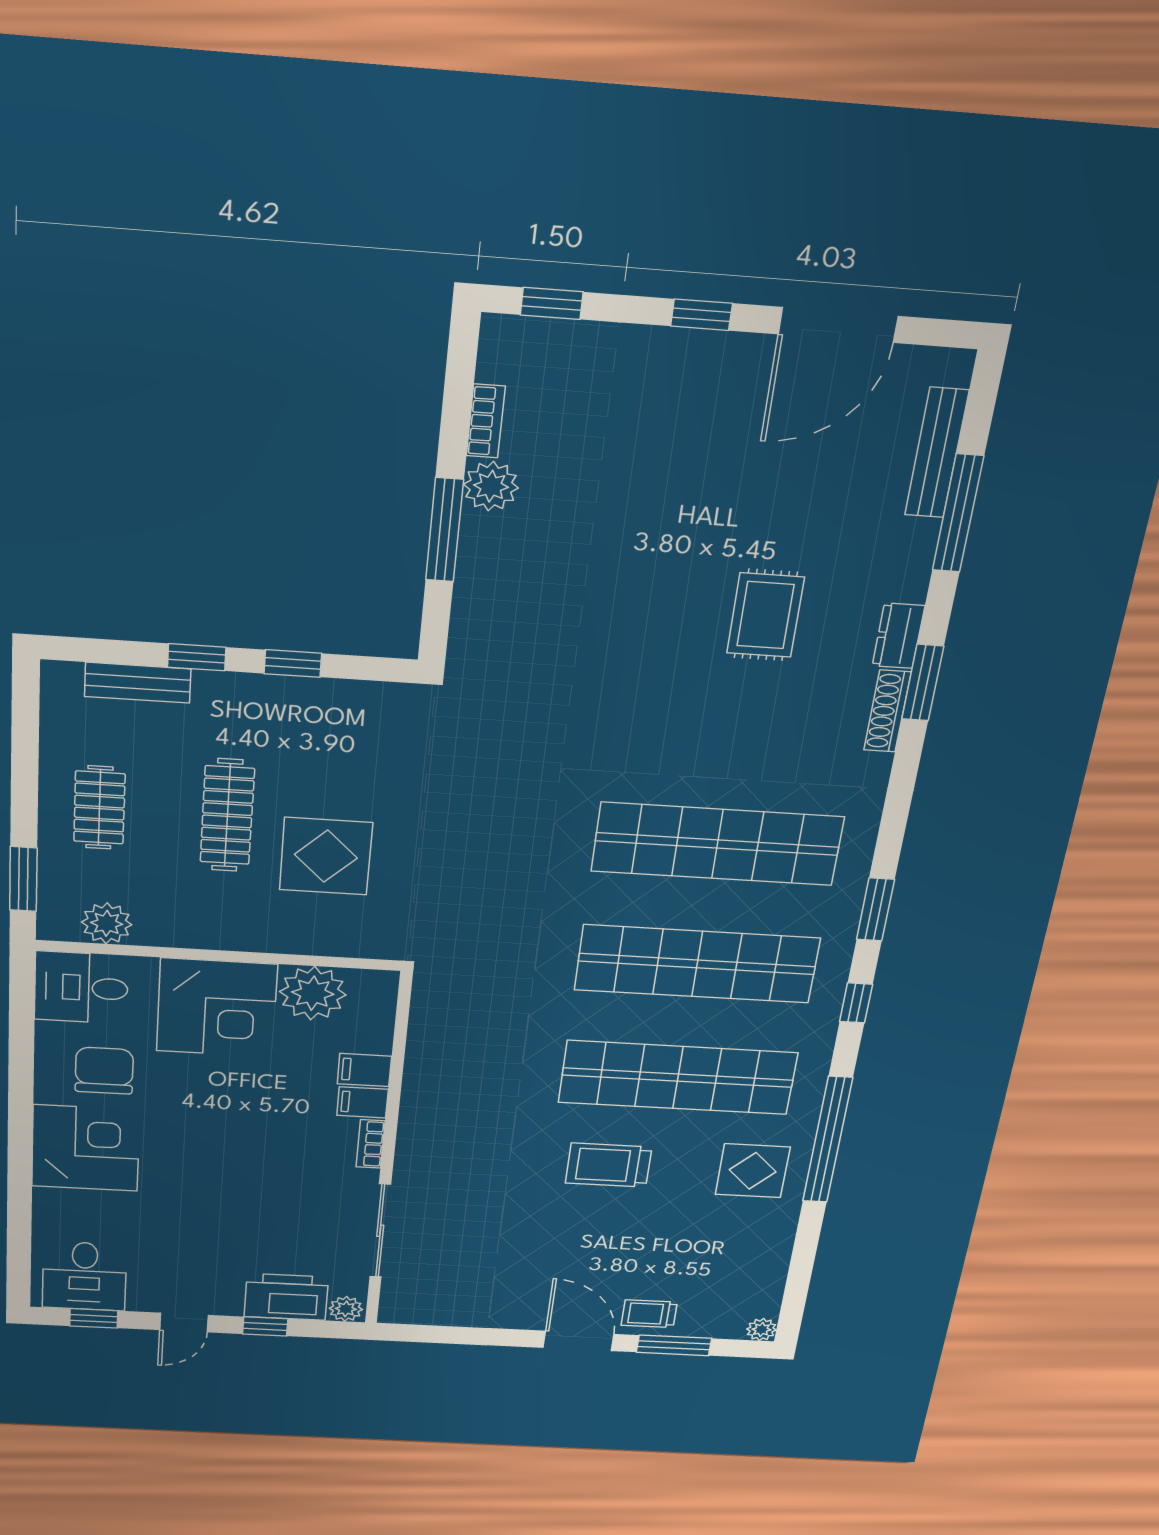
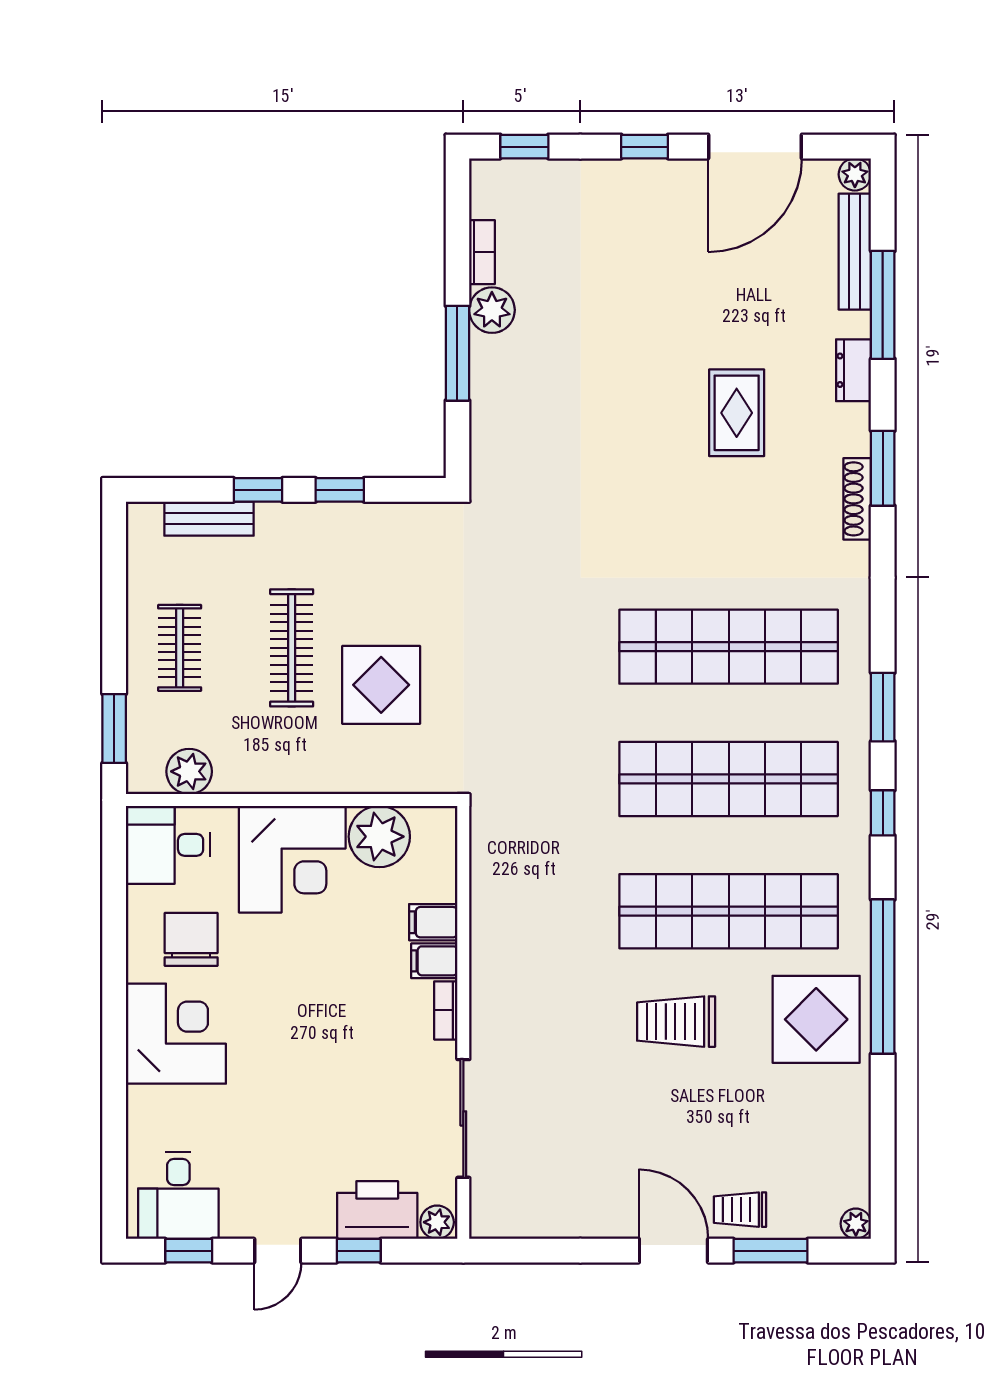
plant: (954, 366) -> (855, 174), added
dresser: (898, 636) -> (854, 370), moved
display table: (753, 1171) -> (816, 1019), width x1.36, depth x1.36

